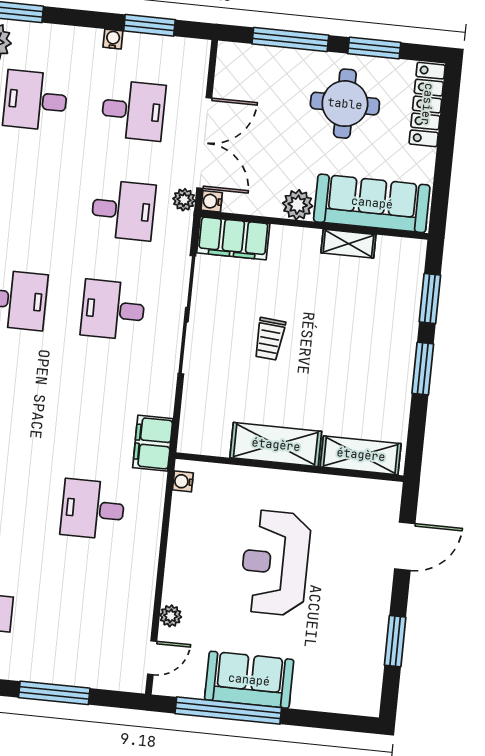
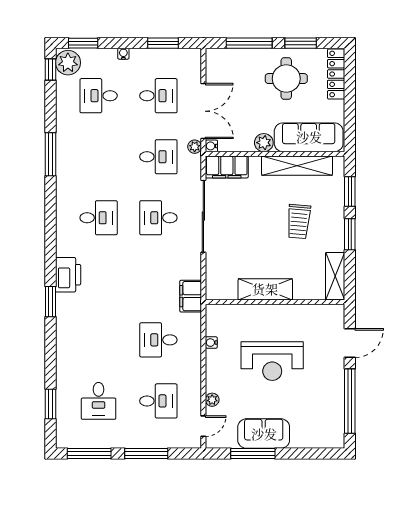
water cooler: (113, 39) -> (123, 54), moved
shelving: (348, 244) -> (297, 166), width x2.20, depth x1.33
trolley: (269, 339) -> (299, 221), moved, width x1.36, depth x1.39
shelving: (361, 455) -> (335, 276), moved, turned 90
water cooler: (183, 481) -> (211, 343), moved
reception desk: (275, 563) -> (272, 361), turned -90
desk: (83, 609) -> (158, 401), added
window: (395, 641) -> (350, 401), width x2.11
window: (228, 711) -> (253, 454), width x0.68

